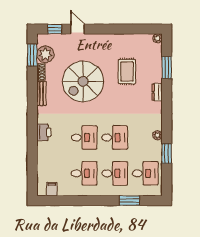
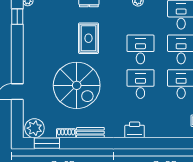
window: (55, 29) -> (17, 17), moved
plant: (45, 54) -> (34, 128), moved
rug: (127, 71) -> (88, 38), moved, turned 90

